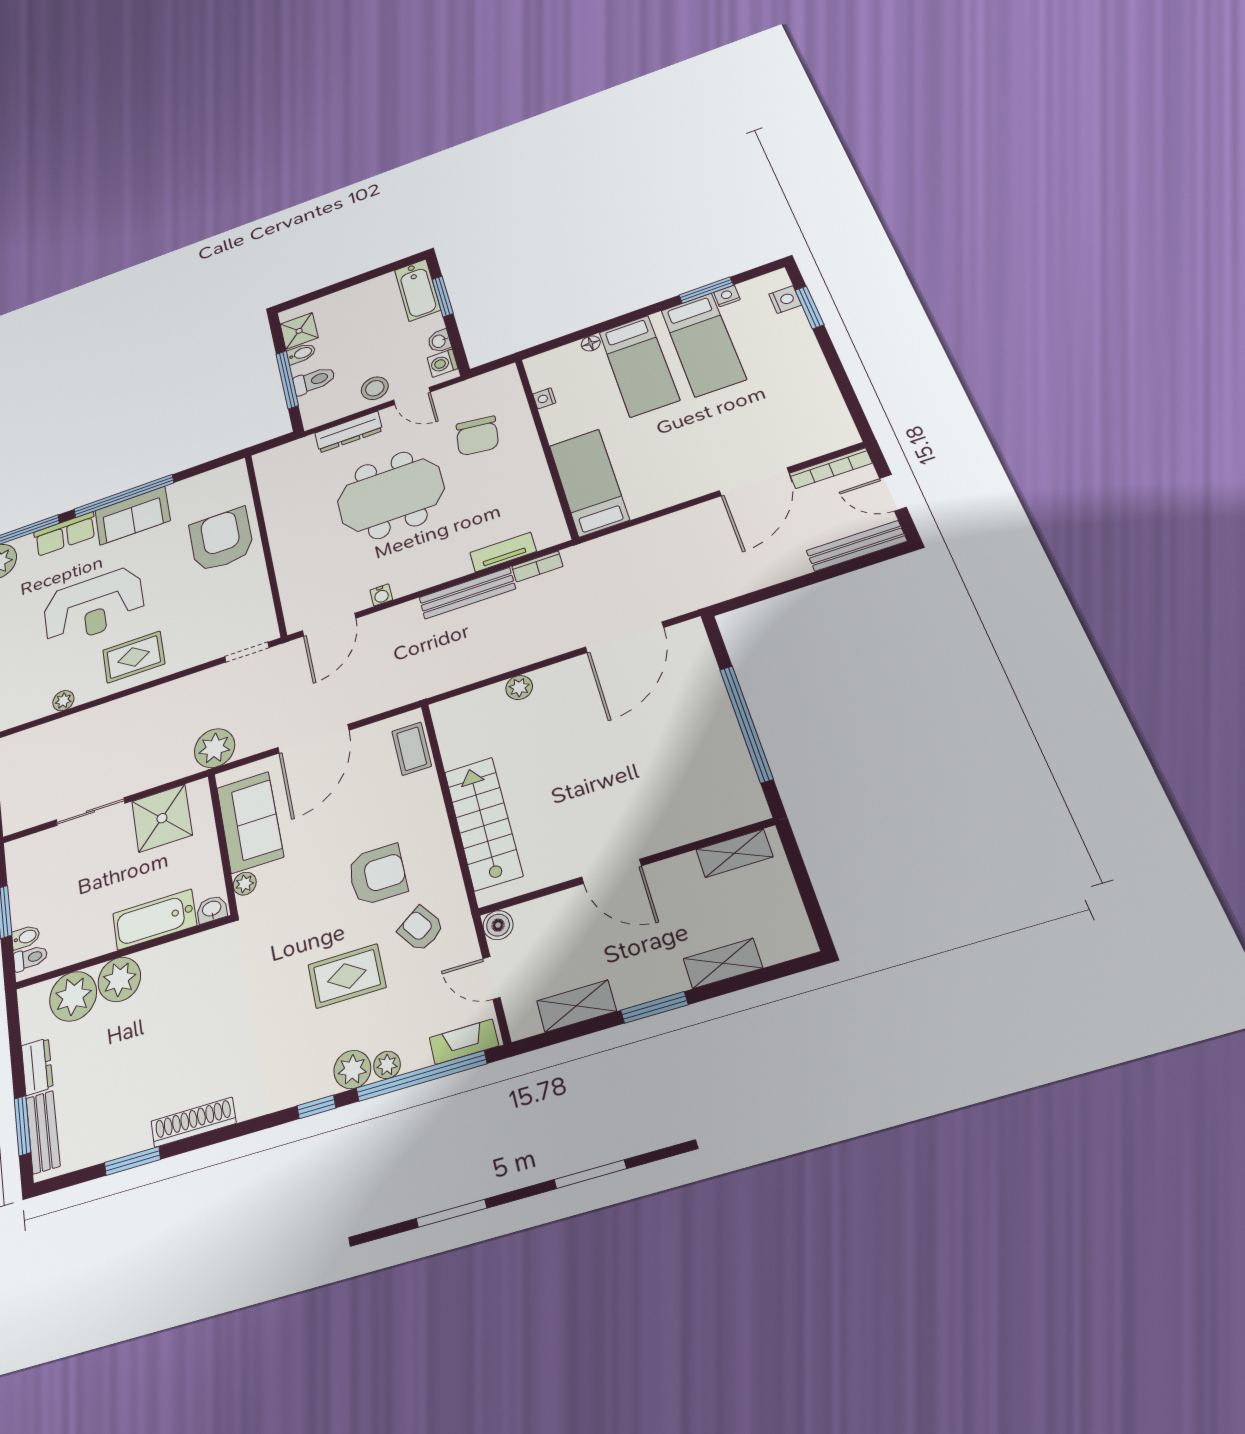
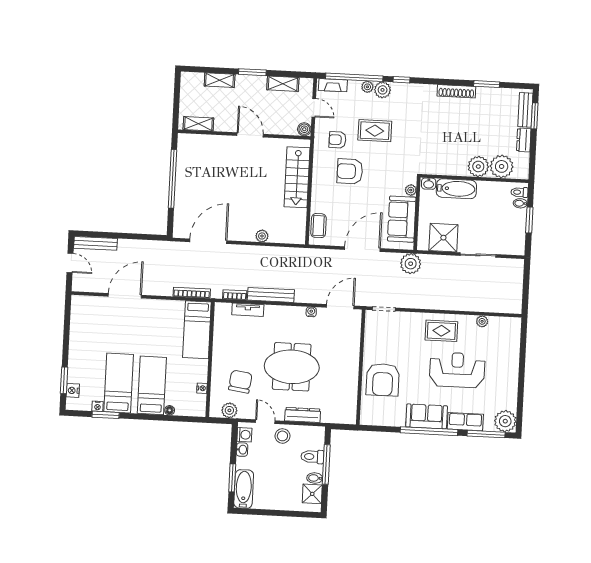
plant: (482, 386) -> (229, 410), added
bookcase: (831, 468) -> (192, 293), moved
armchair: (421, 929) -> (337, 140), turned 125

